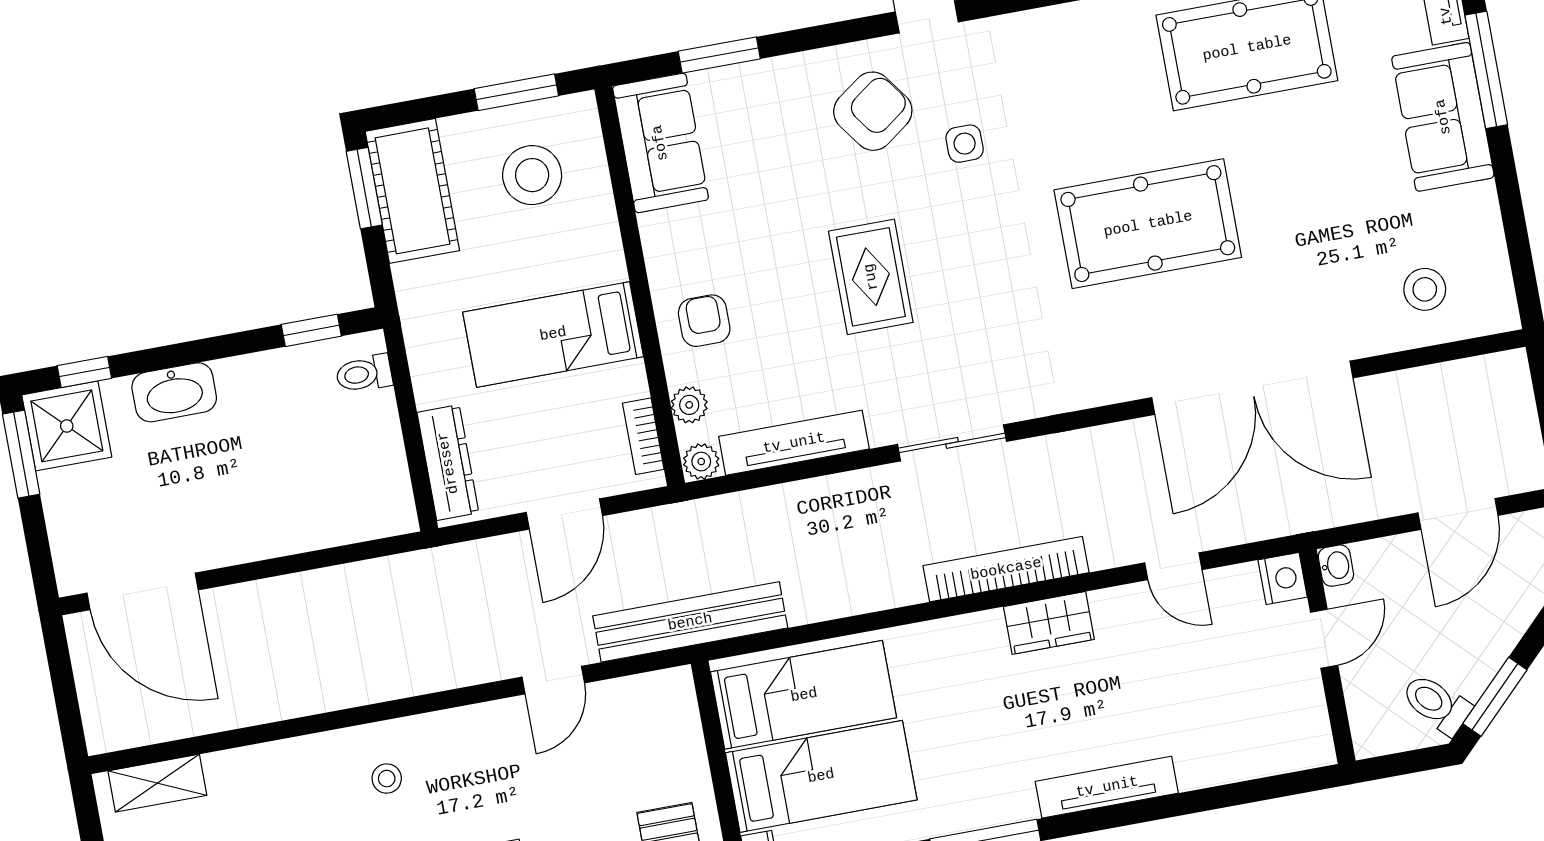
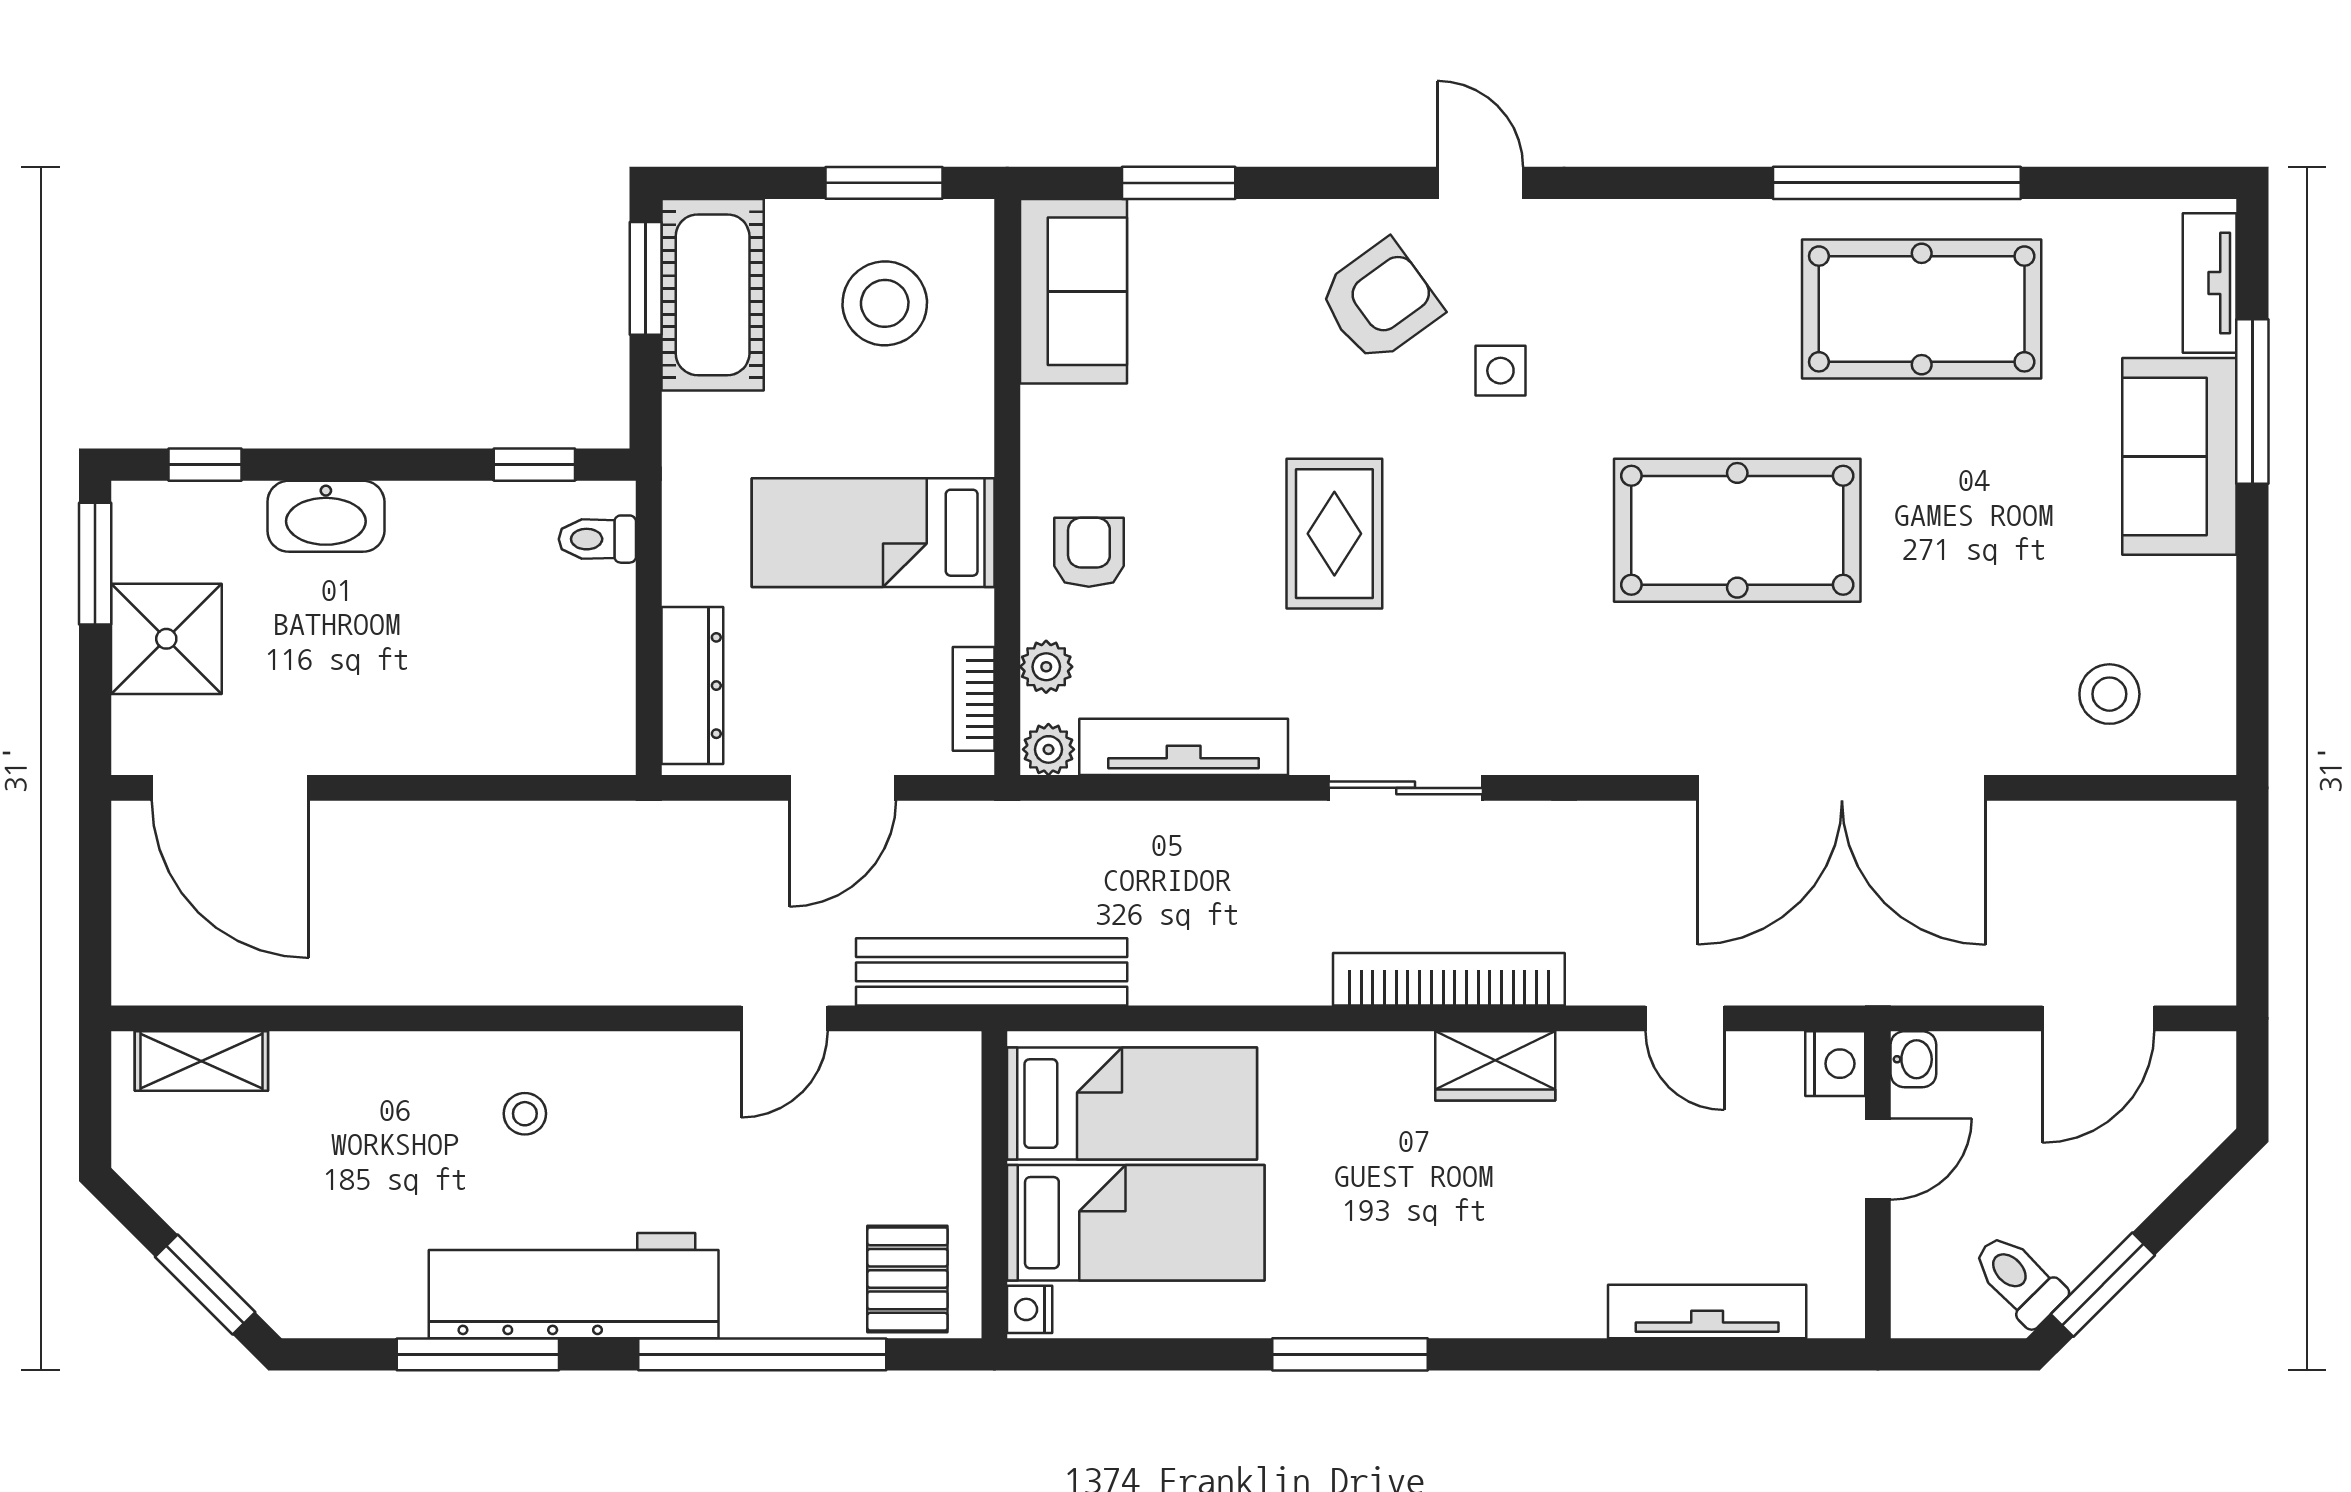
shower: (67, 426) -> (166, 639), moved
tv unit: (1107, 787) -> (1707, 1312), moved

